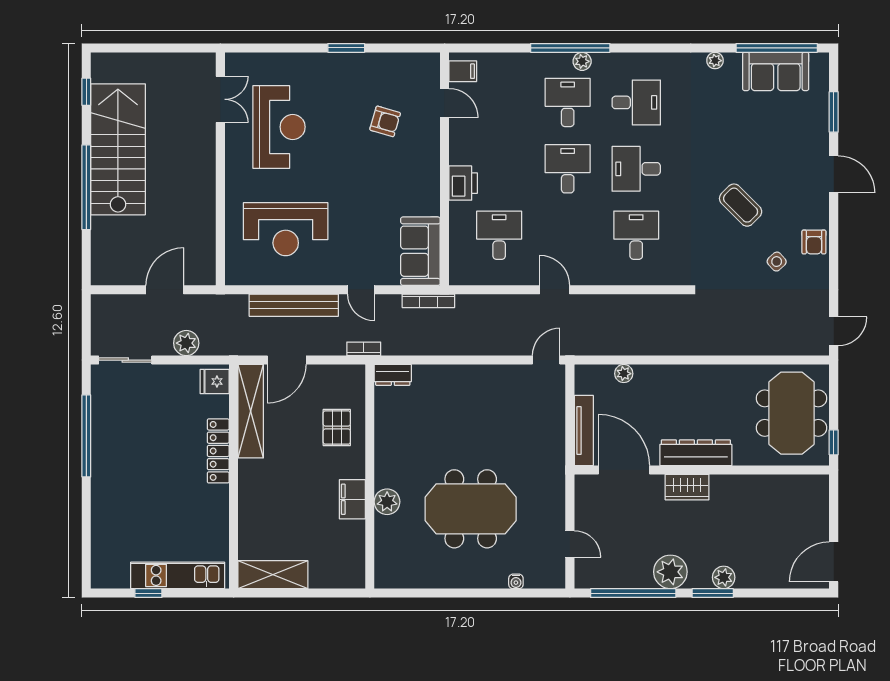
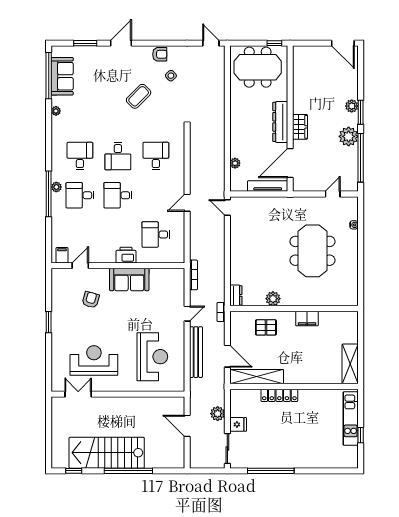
desk: (636, 235) -> (156, 156), turned 90
sofa: (420, 251) -> (129, 280), moved
fridge: (215, 381) -> (238, 424), moved, turned -90
plant: (387, 502) -> (273, 299), moved

